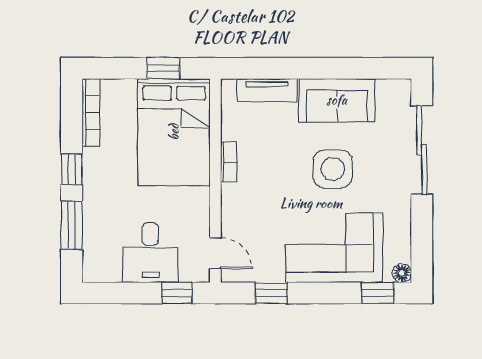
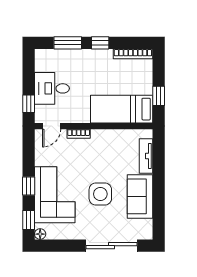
bed: (174, 132) -> (122, 109), width x0.67
bookcase: (229, 162) -> (79, 134), moved
window: (271, 293) -> (29, 186), moved

